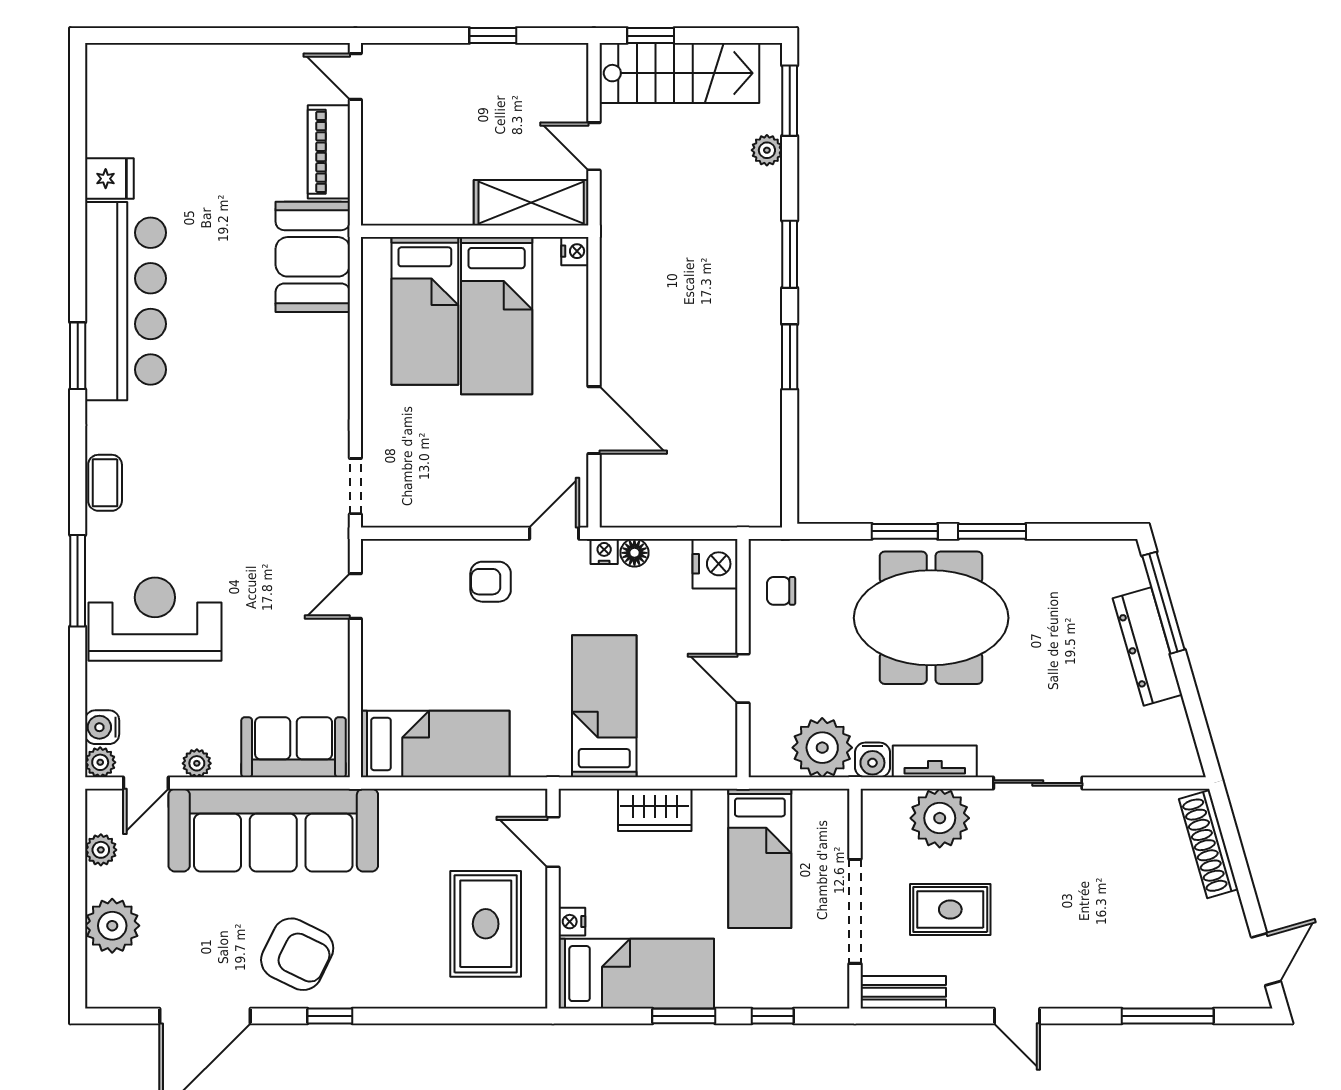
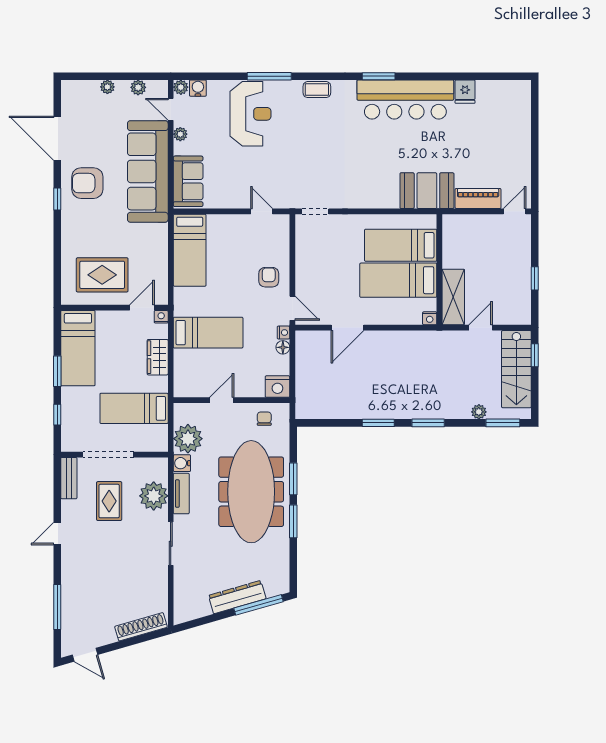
meeting table: (931, 618) -> (251, 492), width x1.36
nightstand: (572, 922) -> (161, 317), moved
plant: (112, 926) -> (107, 87), width x0.53, depth x0.53
armchair: (297, 954) -> (87, 183), turned 64

